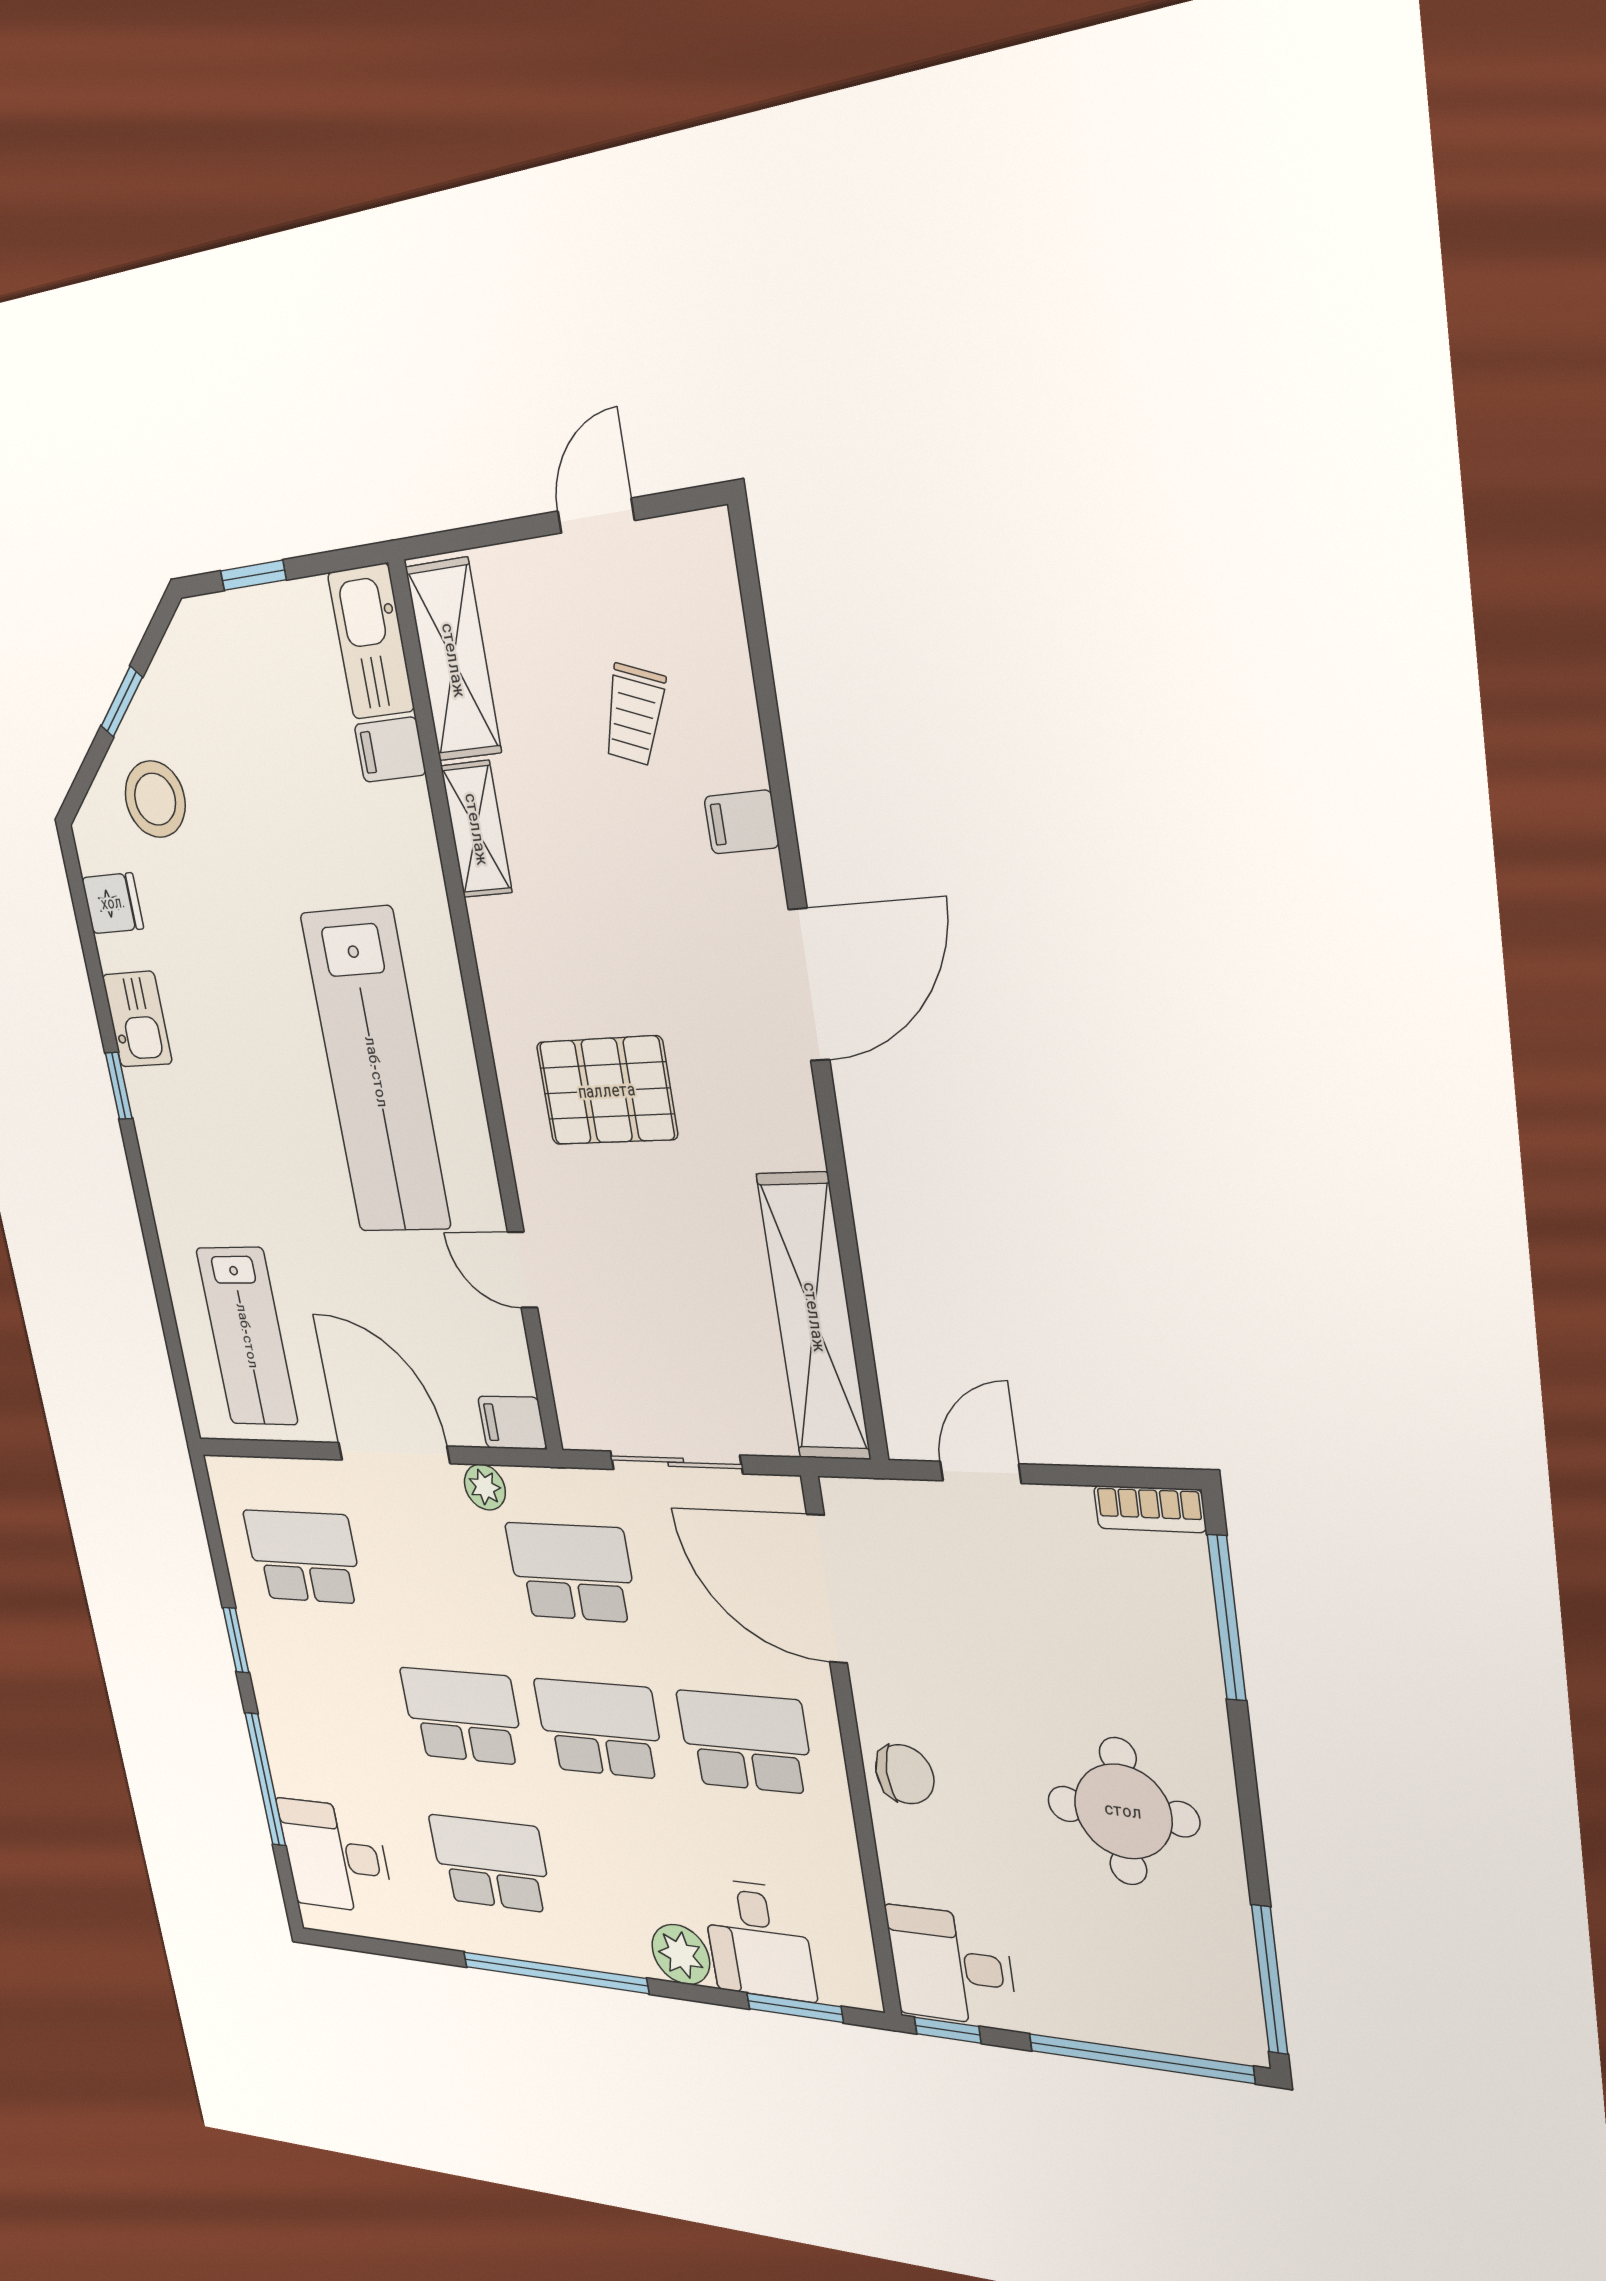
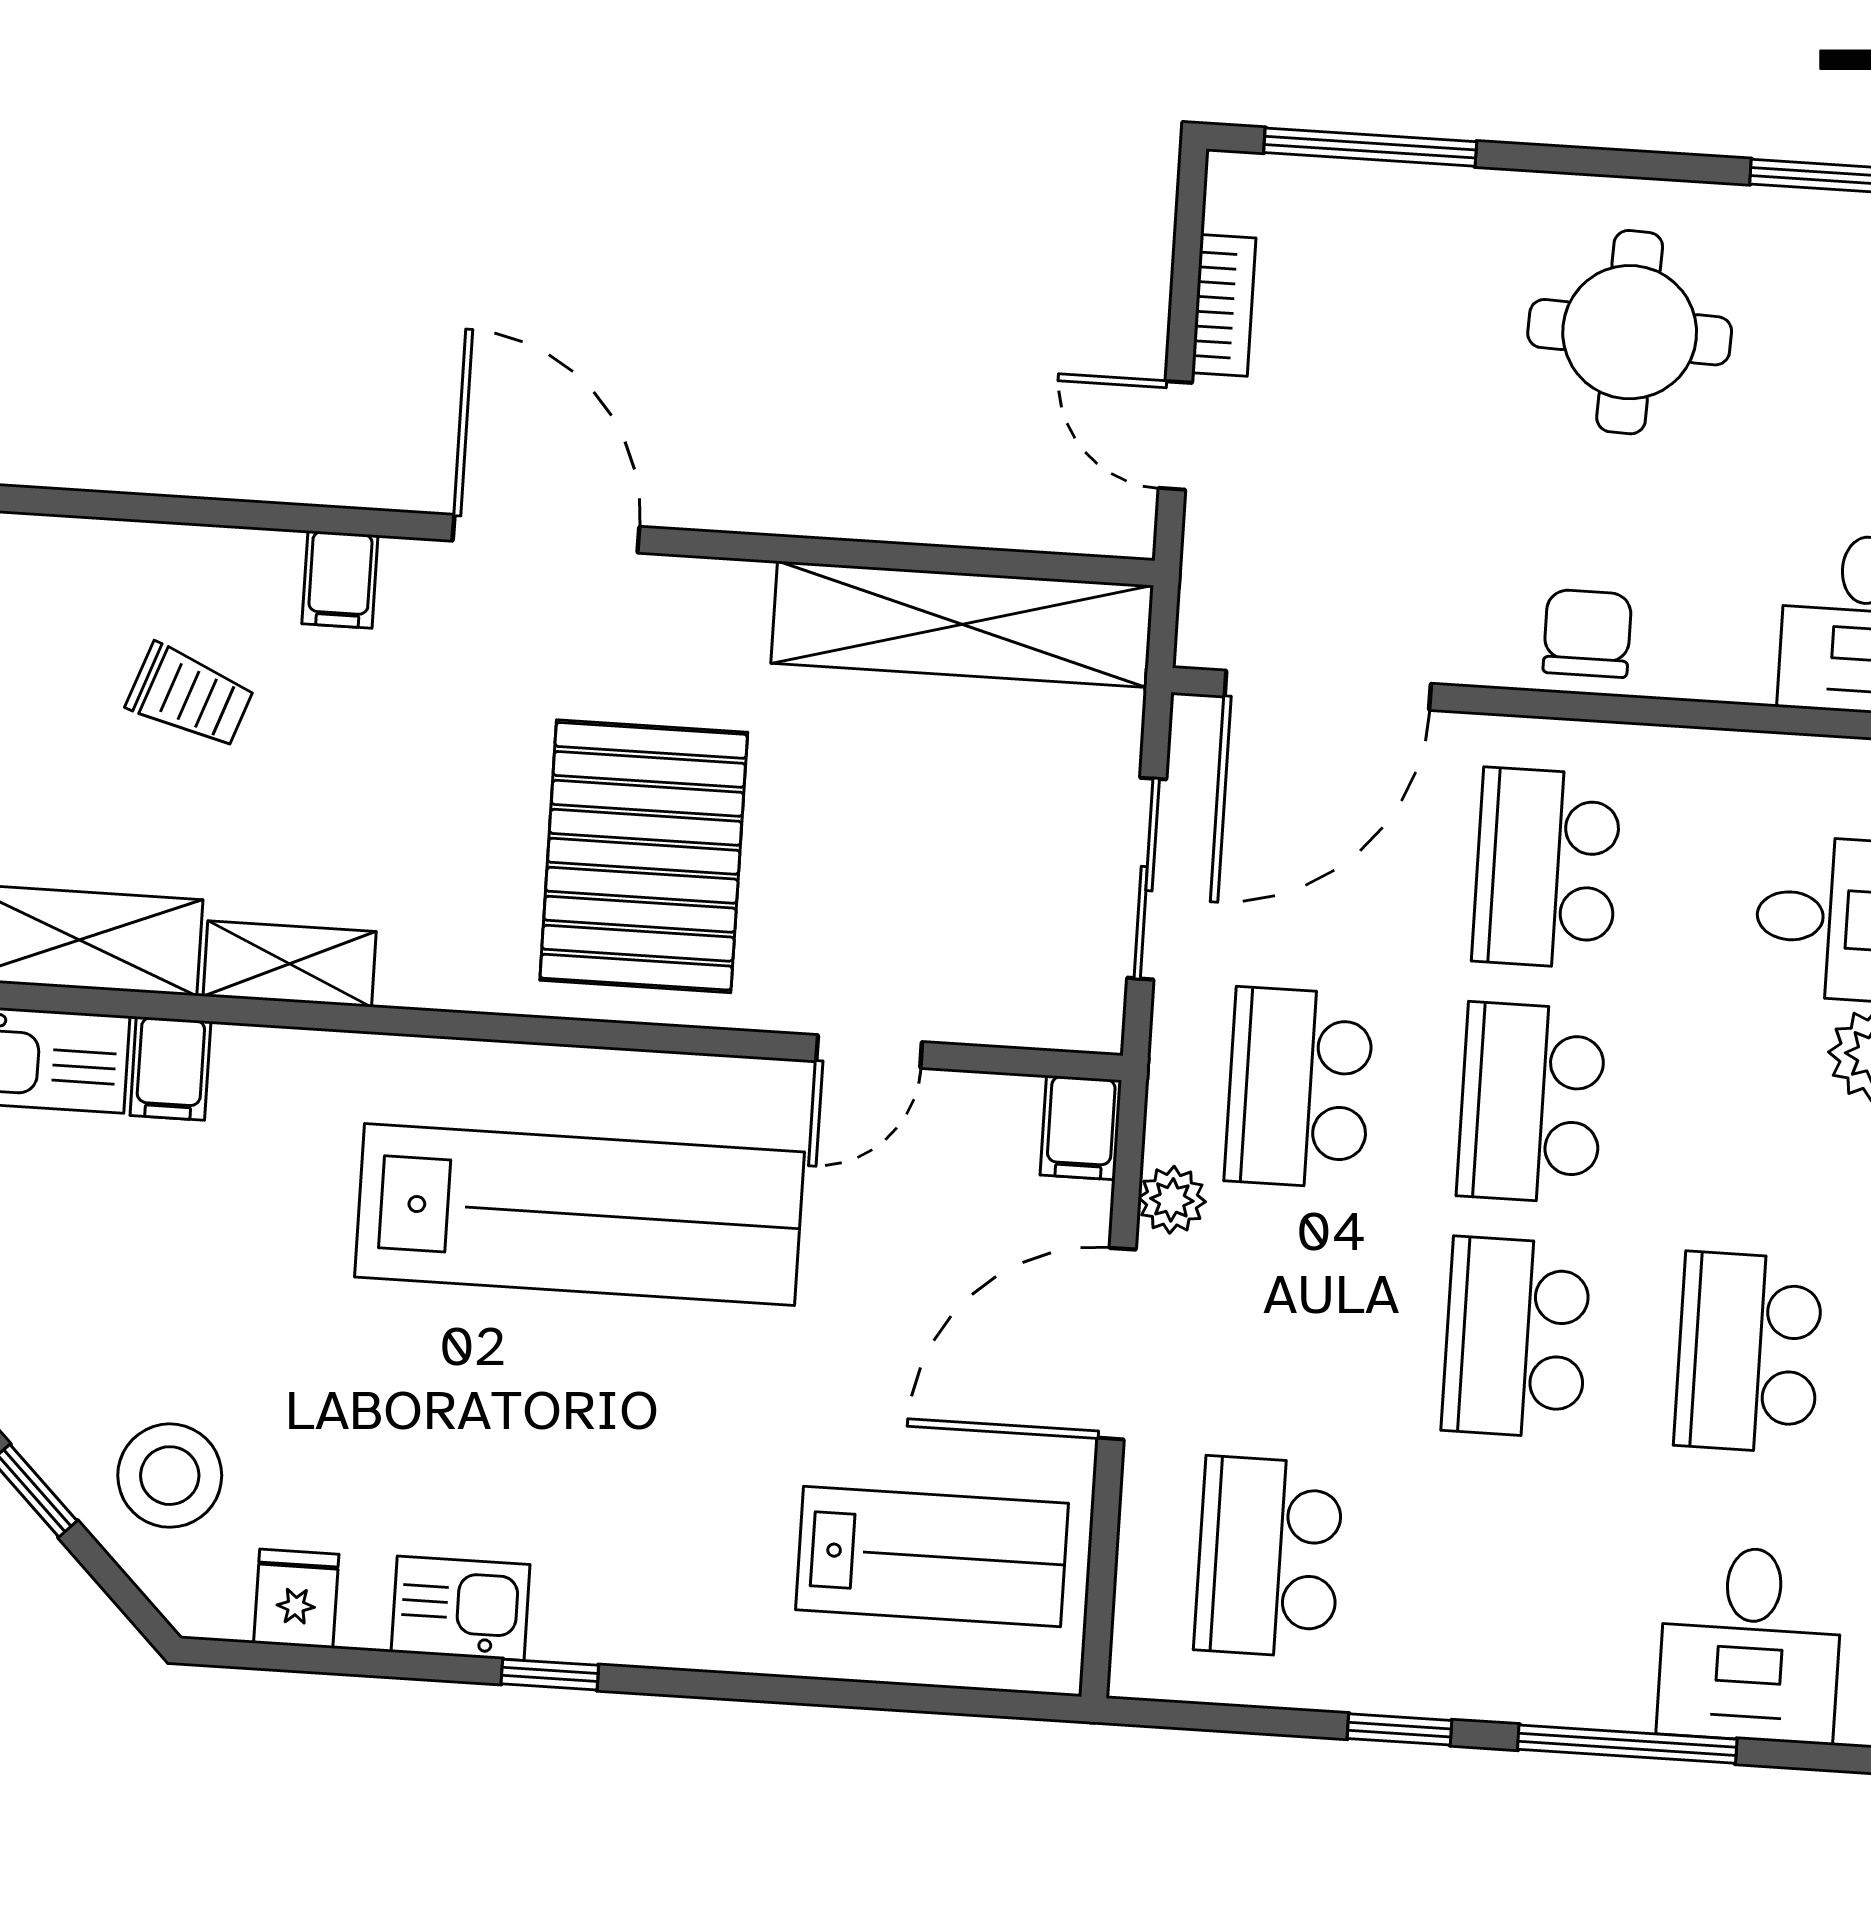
pallet: (607, 1091) -> (644, 856), width x1.37, depth x1.41
bookcase: (1150, 1509) -> (1224, 305), moved

